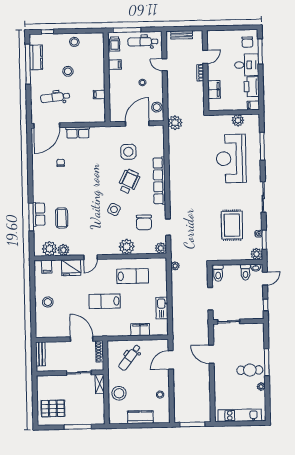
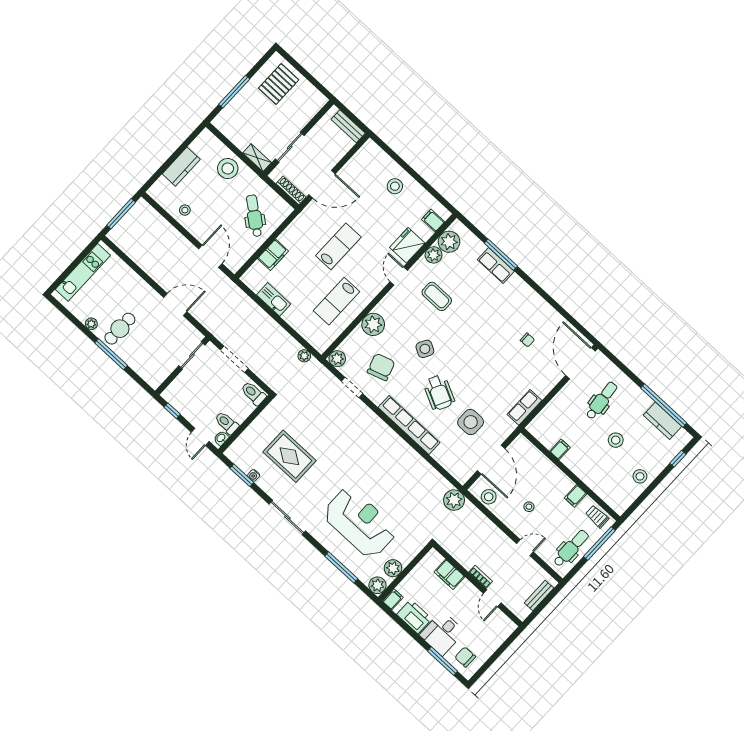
row of seats: (78, 132) -> (524, 407), moved
coffee table: (62, 218) -> (437, 296), moved
chair: (144, 222) -> (381, 367), turned 72
plant: (257, 254) -> (377, 585), moved

